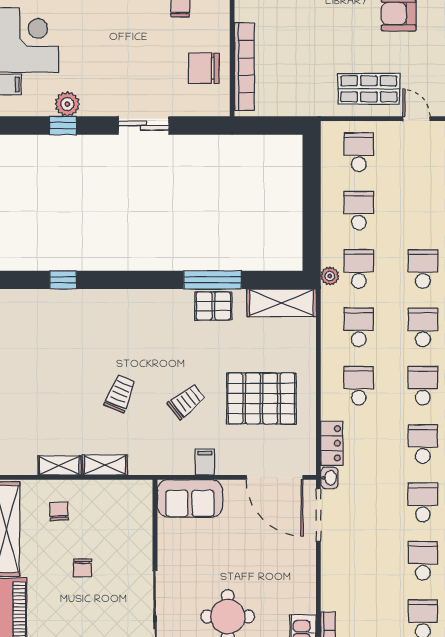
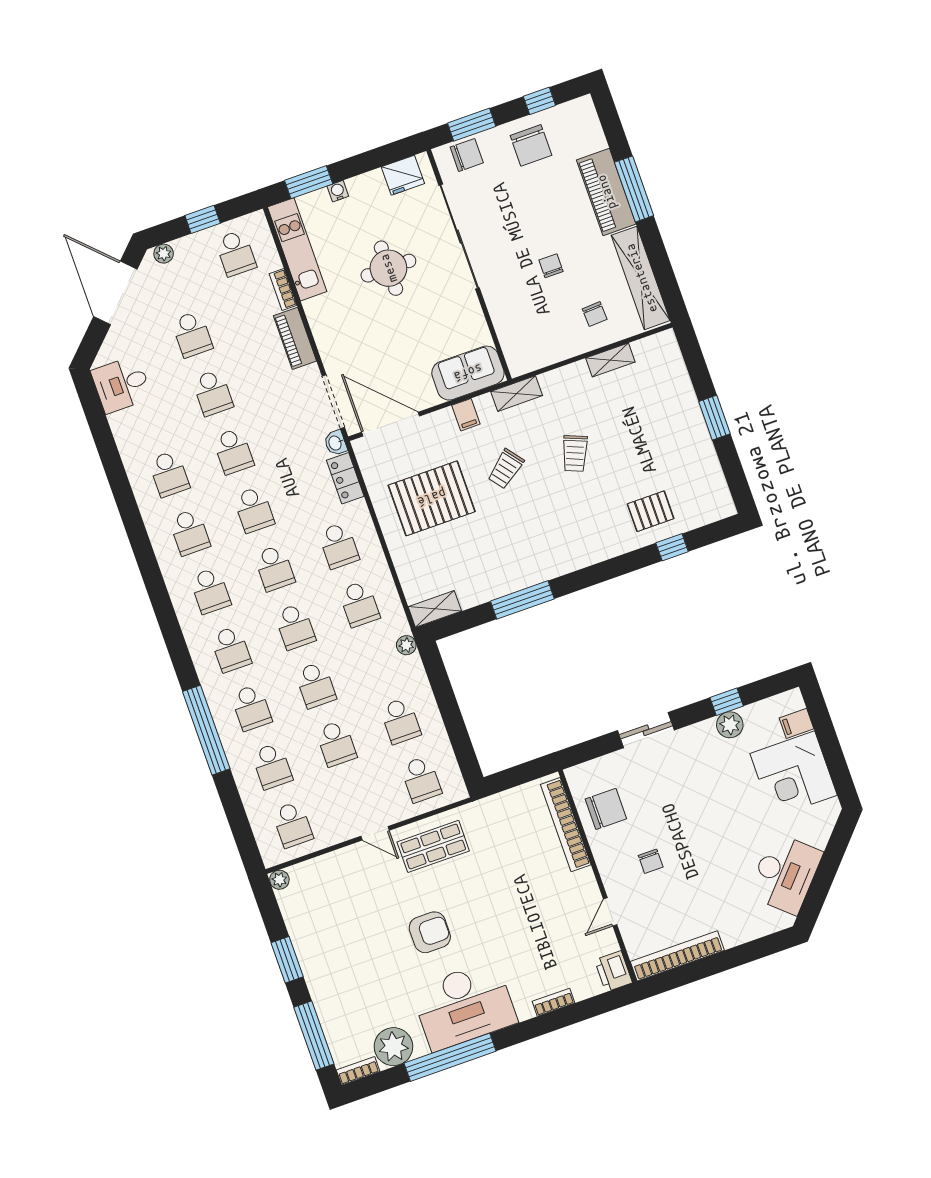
school desk: (359, 269) -> (336, 743), moved
shelving: (282, 303) -> (435, 609), width x0.67, depth x0.75
pallet: (213, 306) -> (651, 511), moved
shelving: (105, 465) -> (517, 394), moved
piano: (333, 583) -> (295, 338), added

